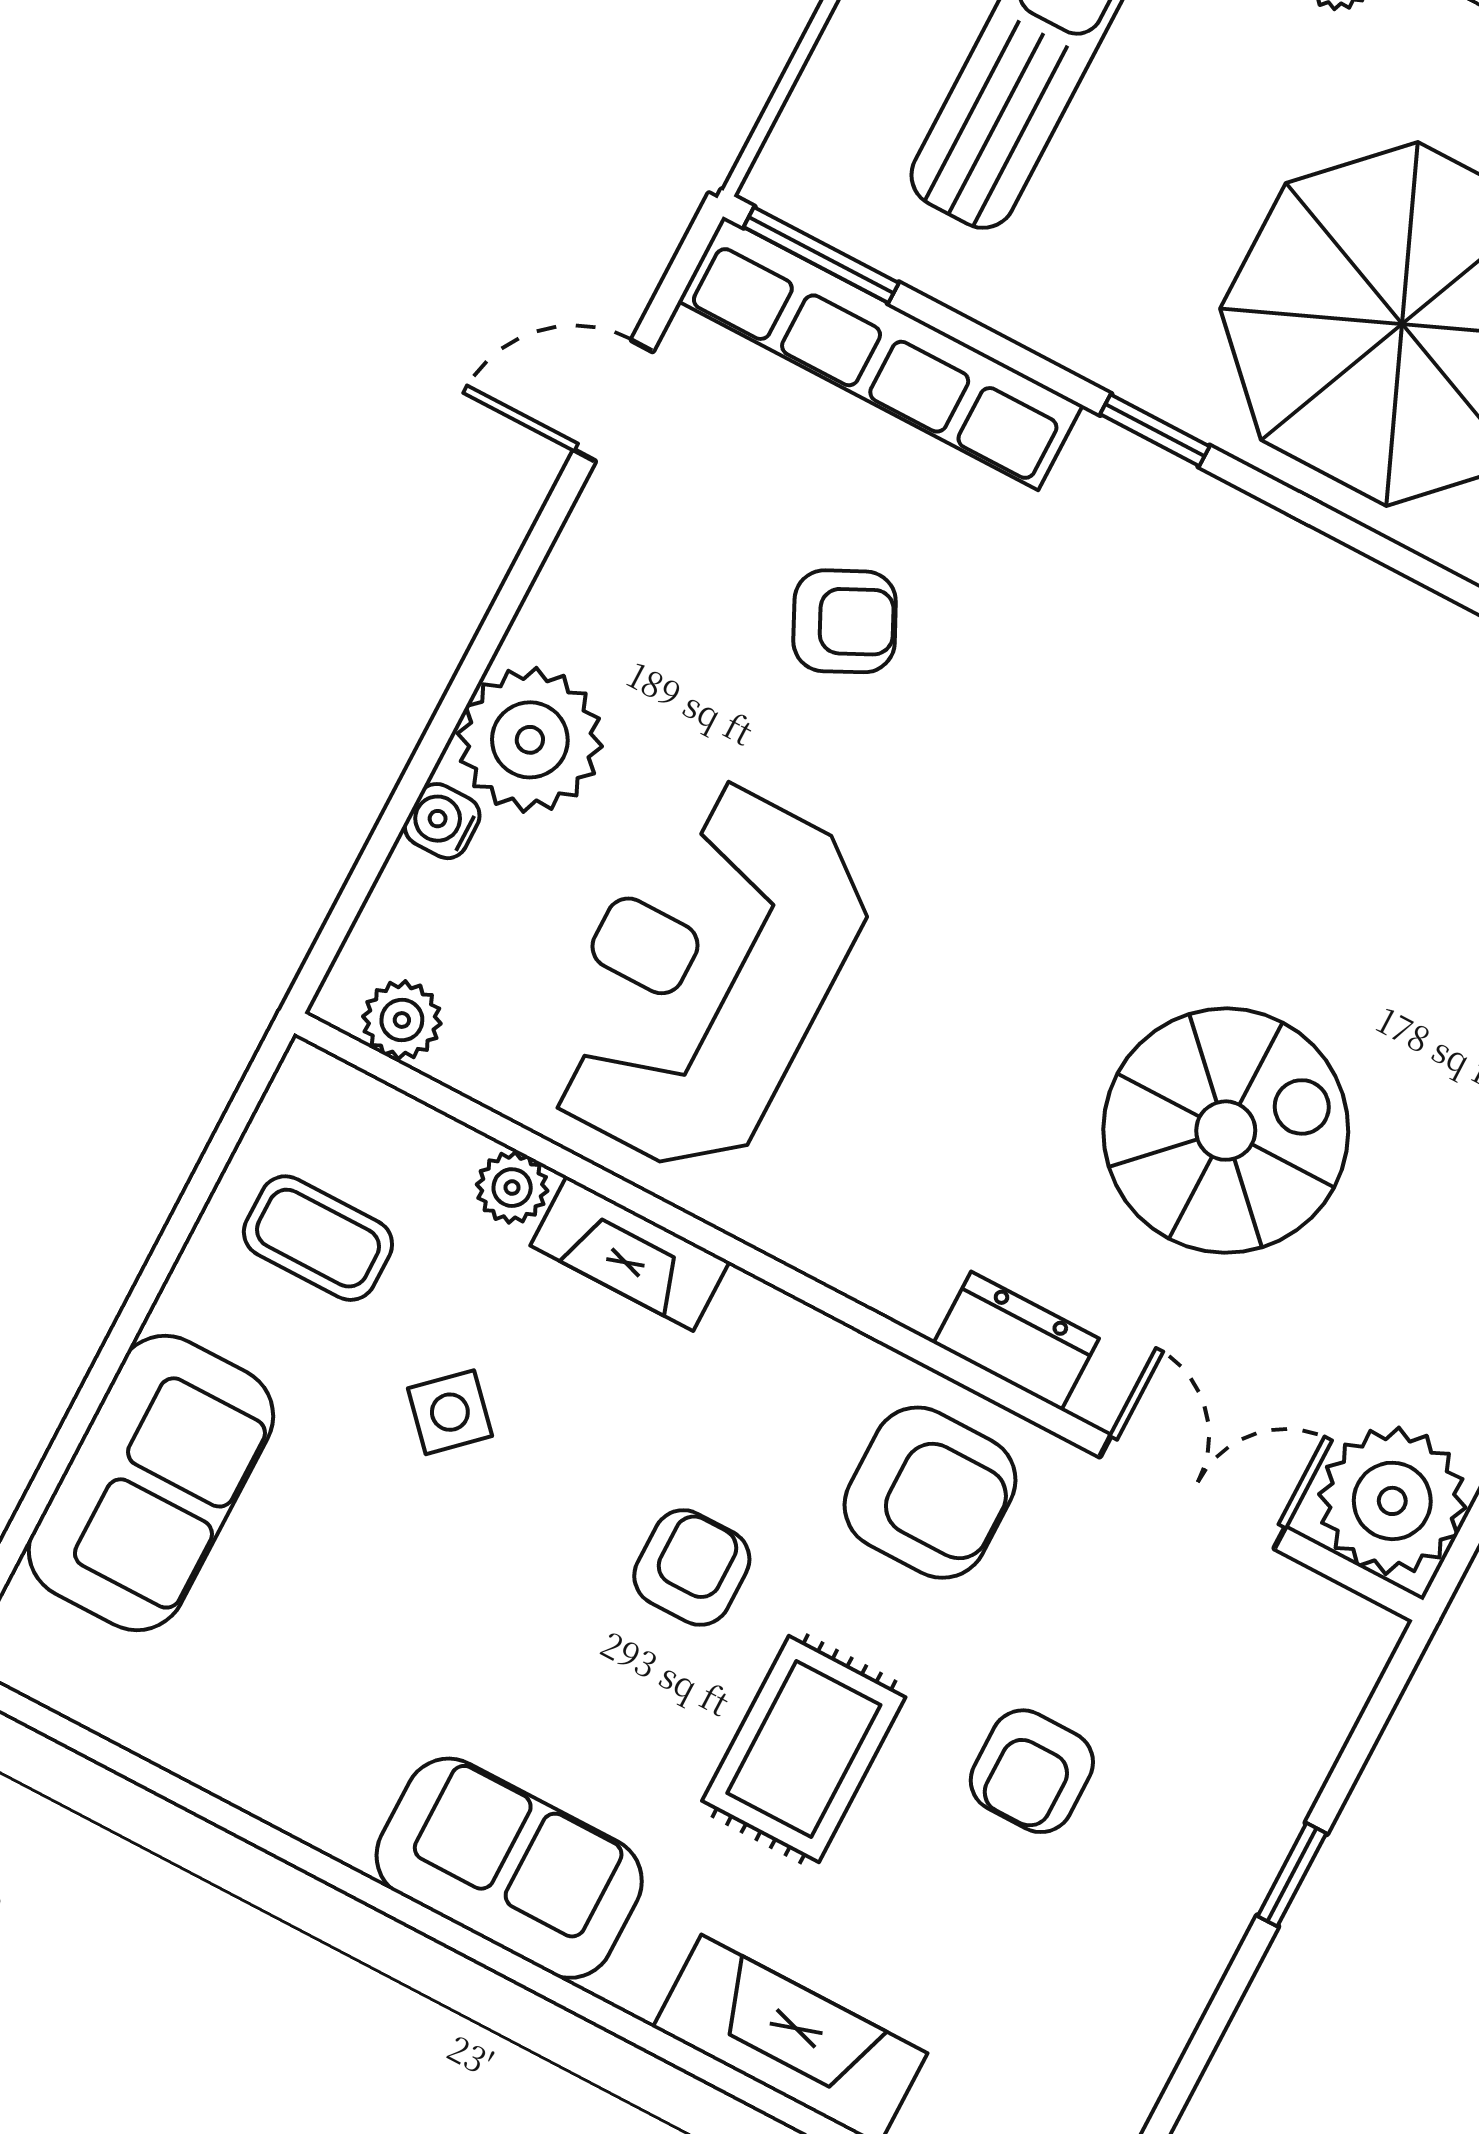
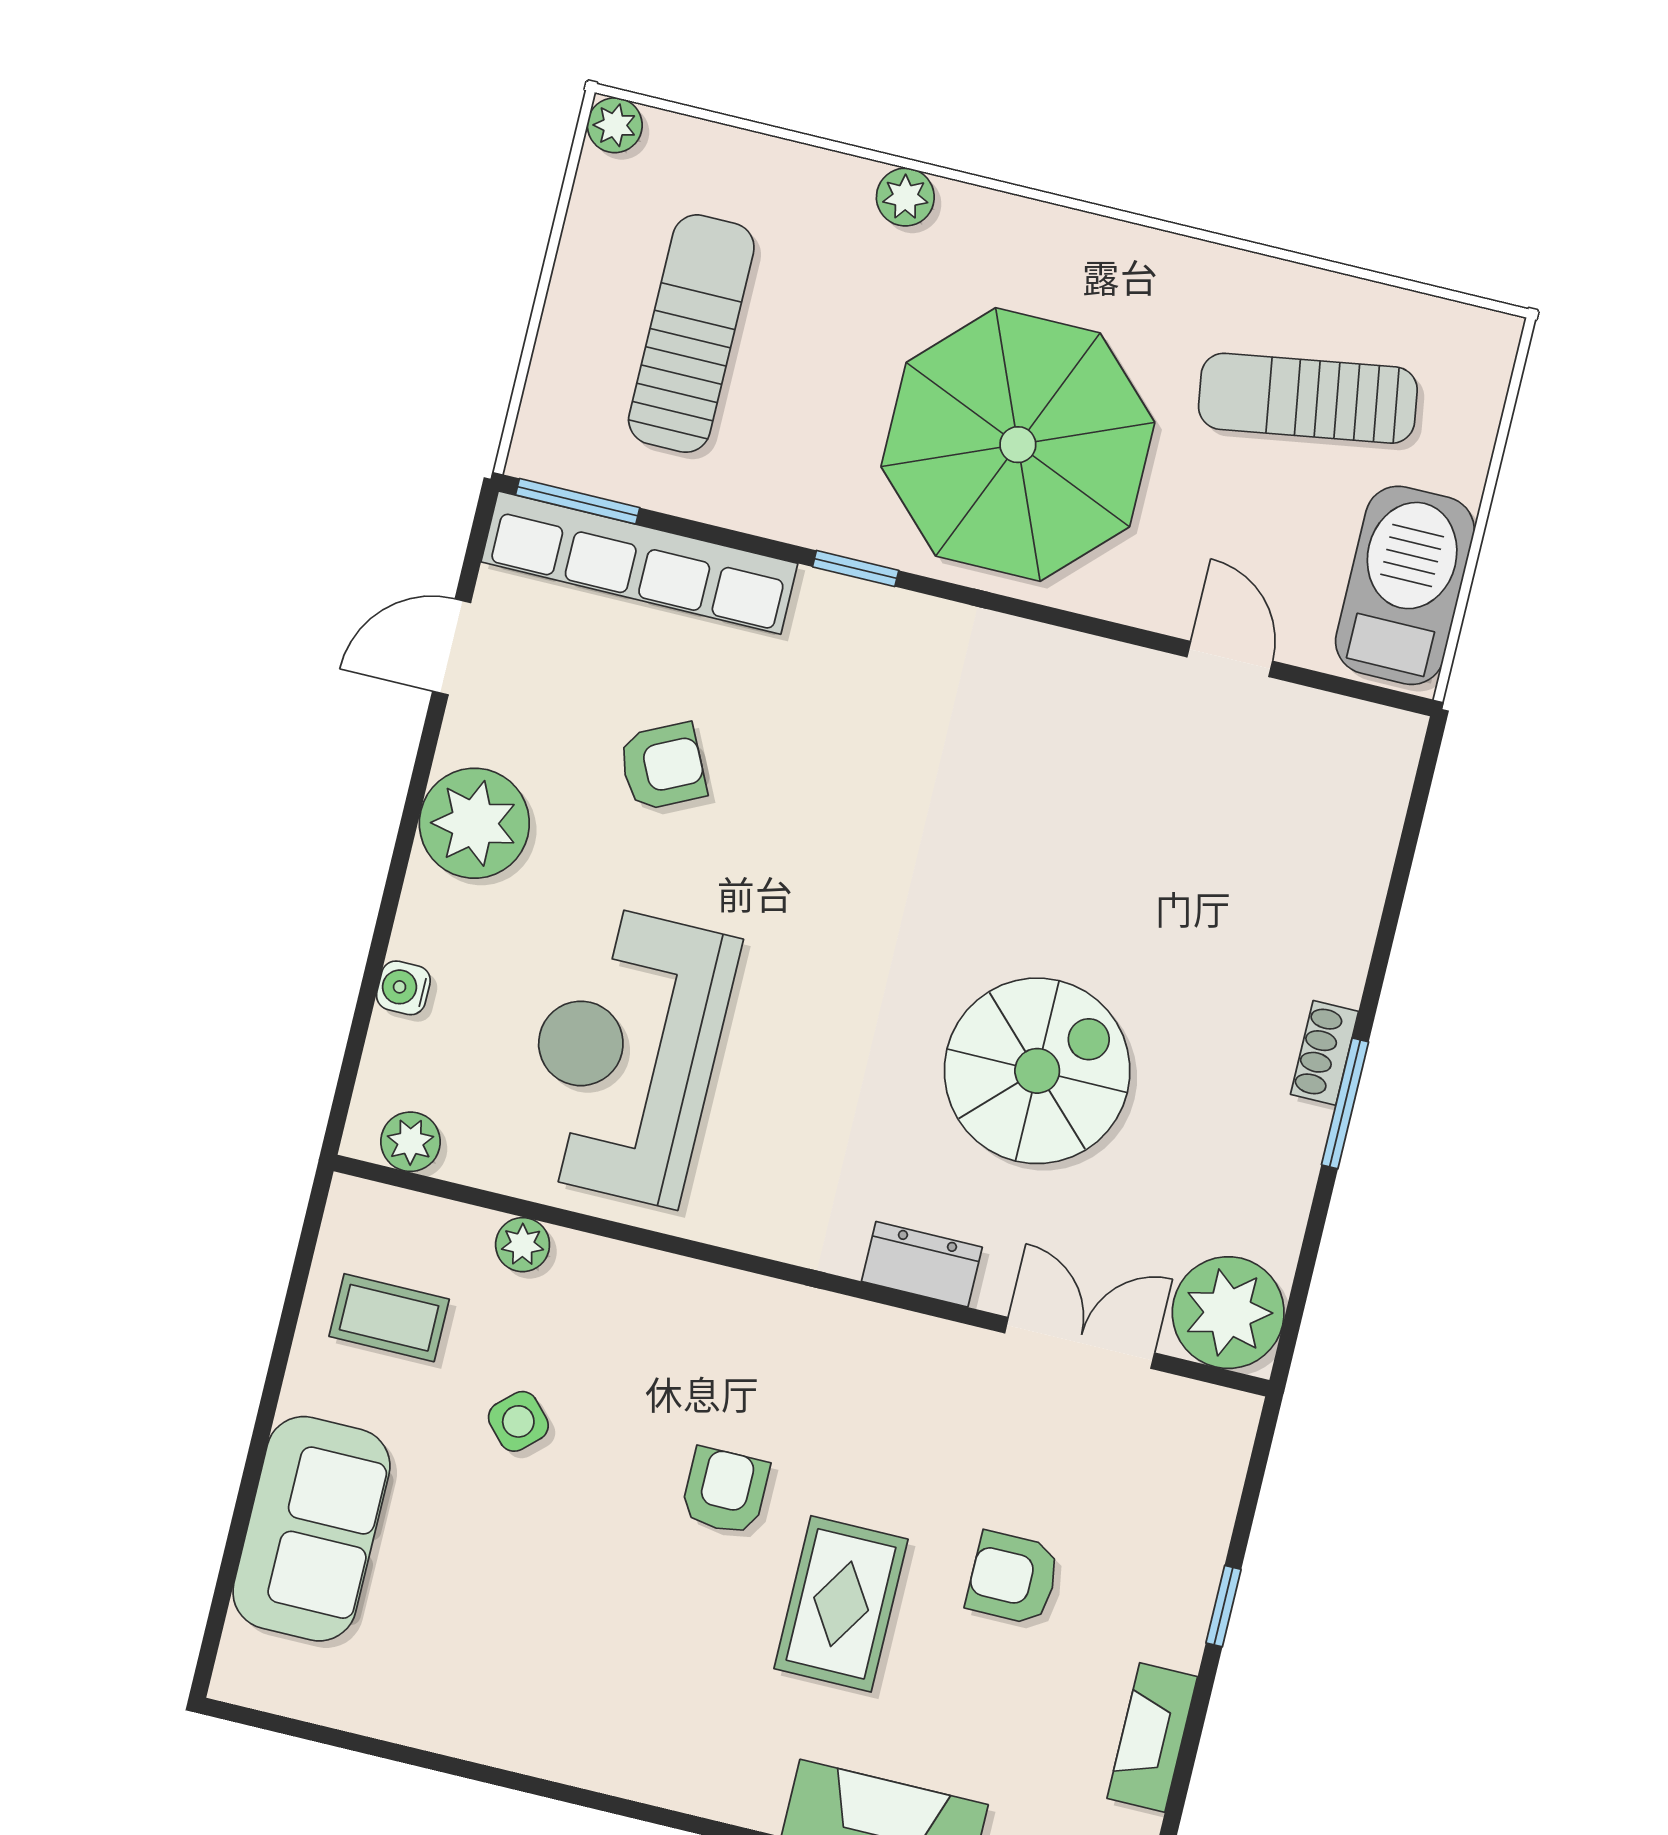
plant: (530, 740) -> (474, 823), moved
fireplace: (630, 1254) -> (1152, 1737), moved, turned 90
armchair: (930, 1493) -> (886, 1392), removed
armchair: (1032, 1771) -> (1013, 1578), turned 90
sofa: (509, 1868) -> (646, 1746), removed

